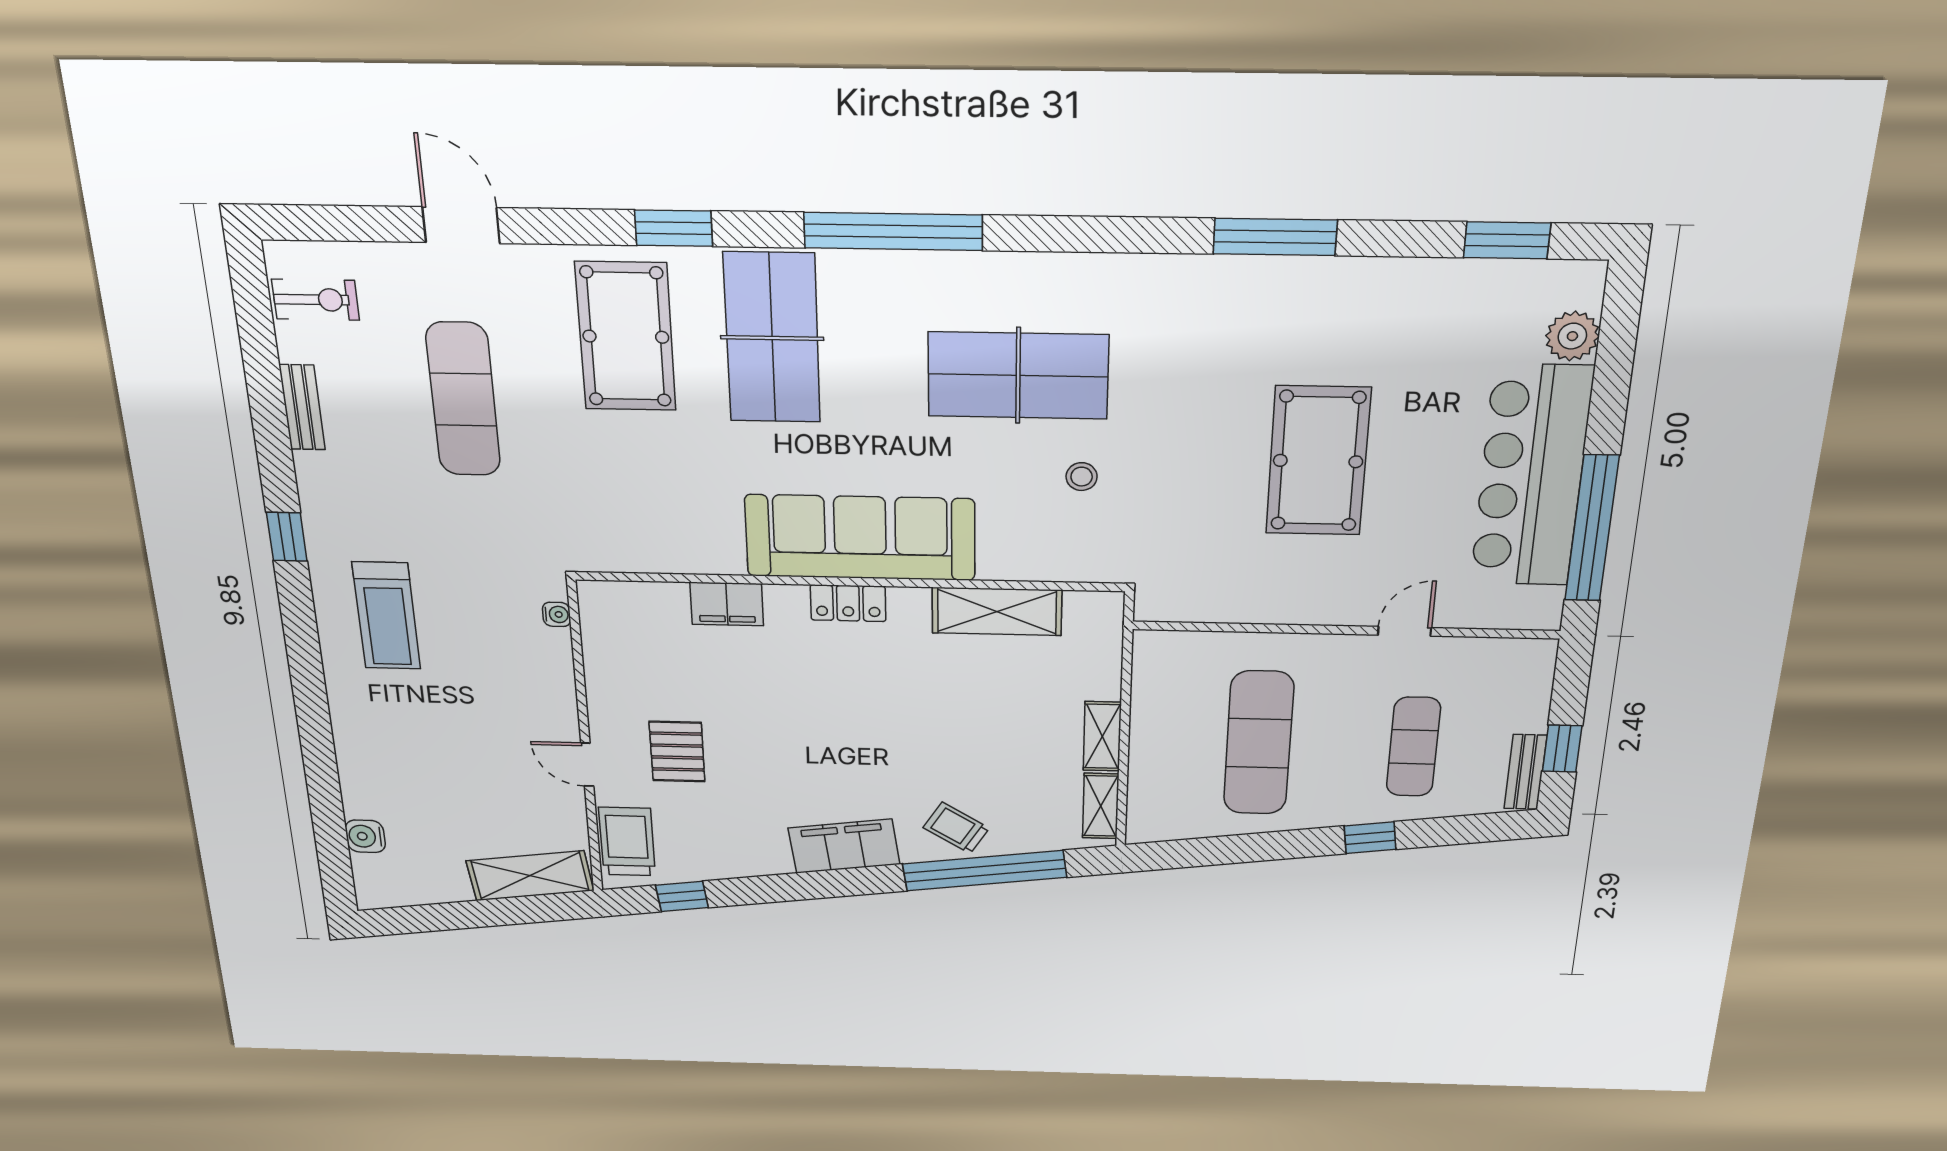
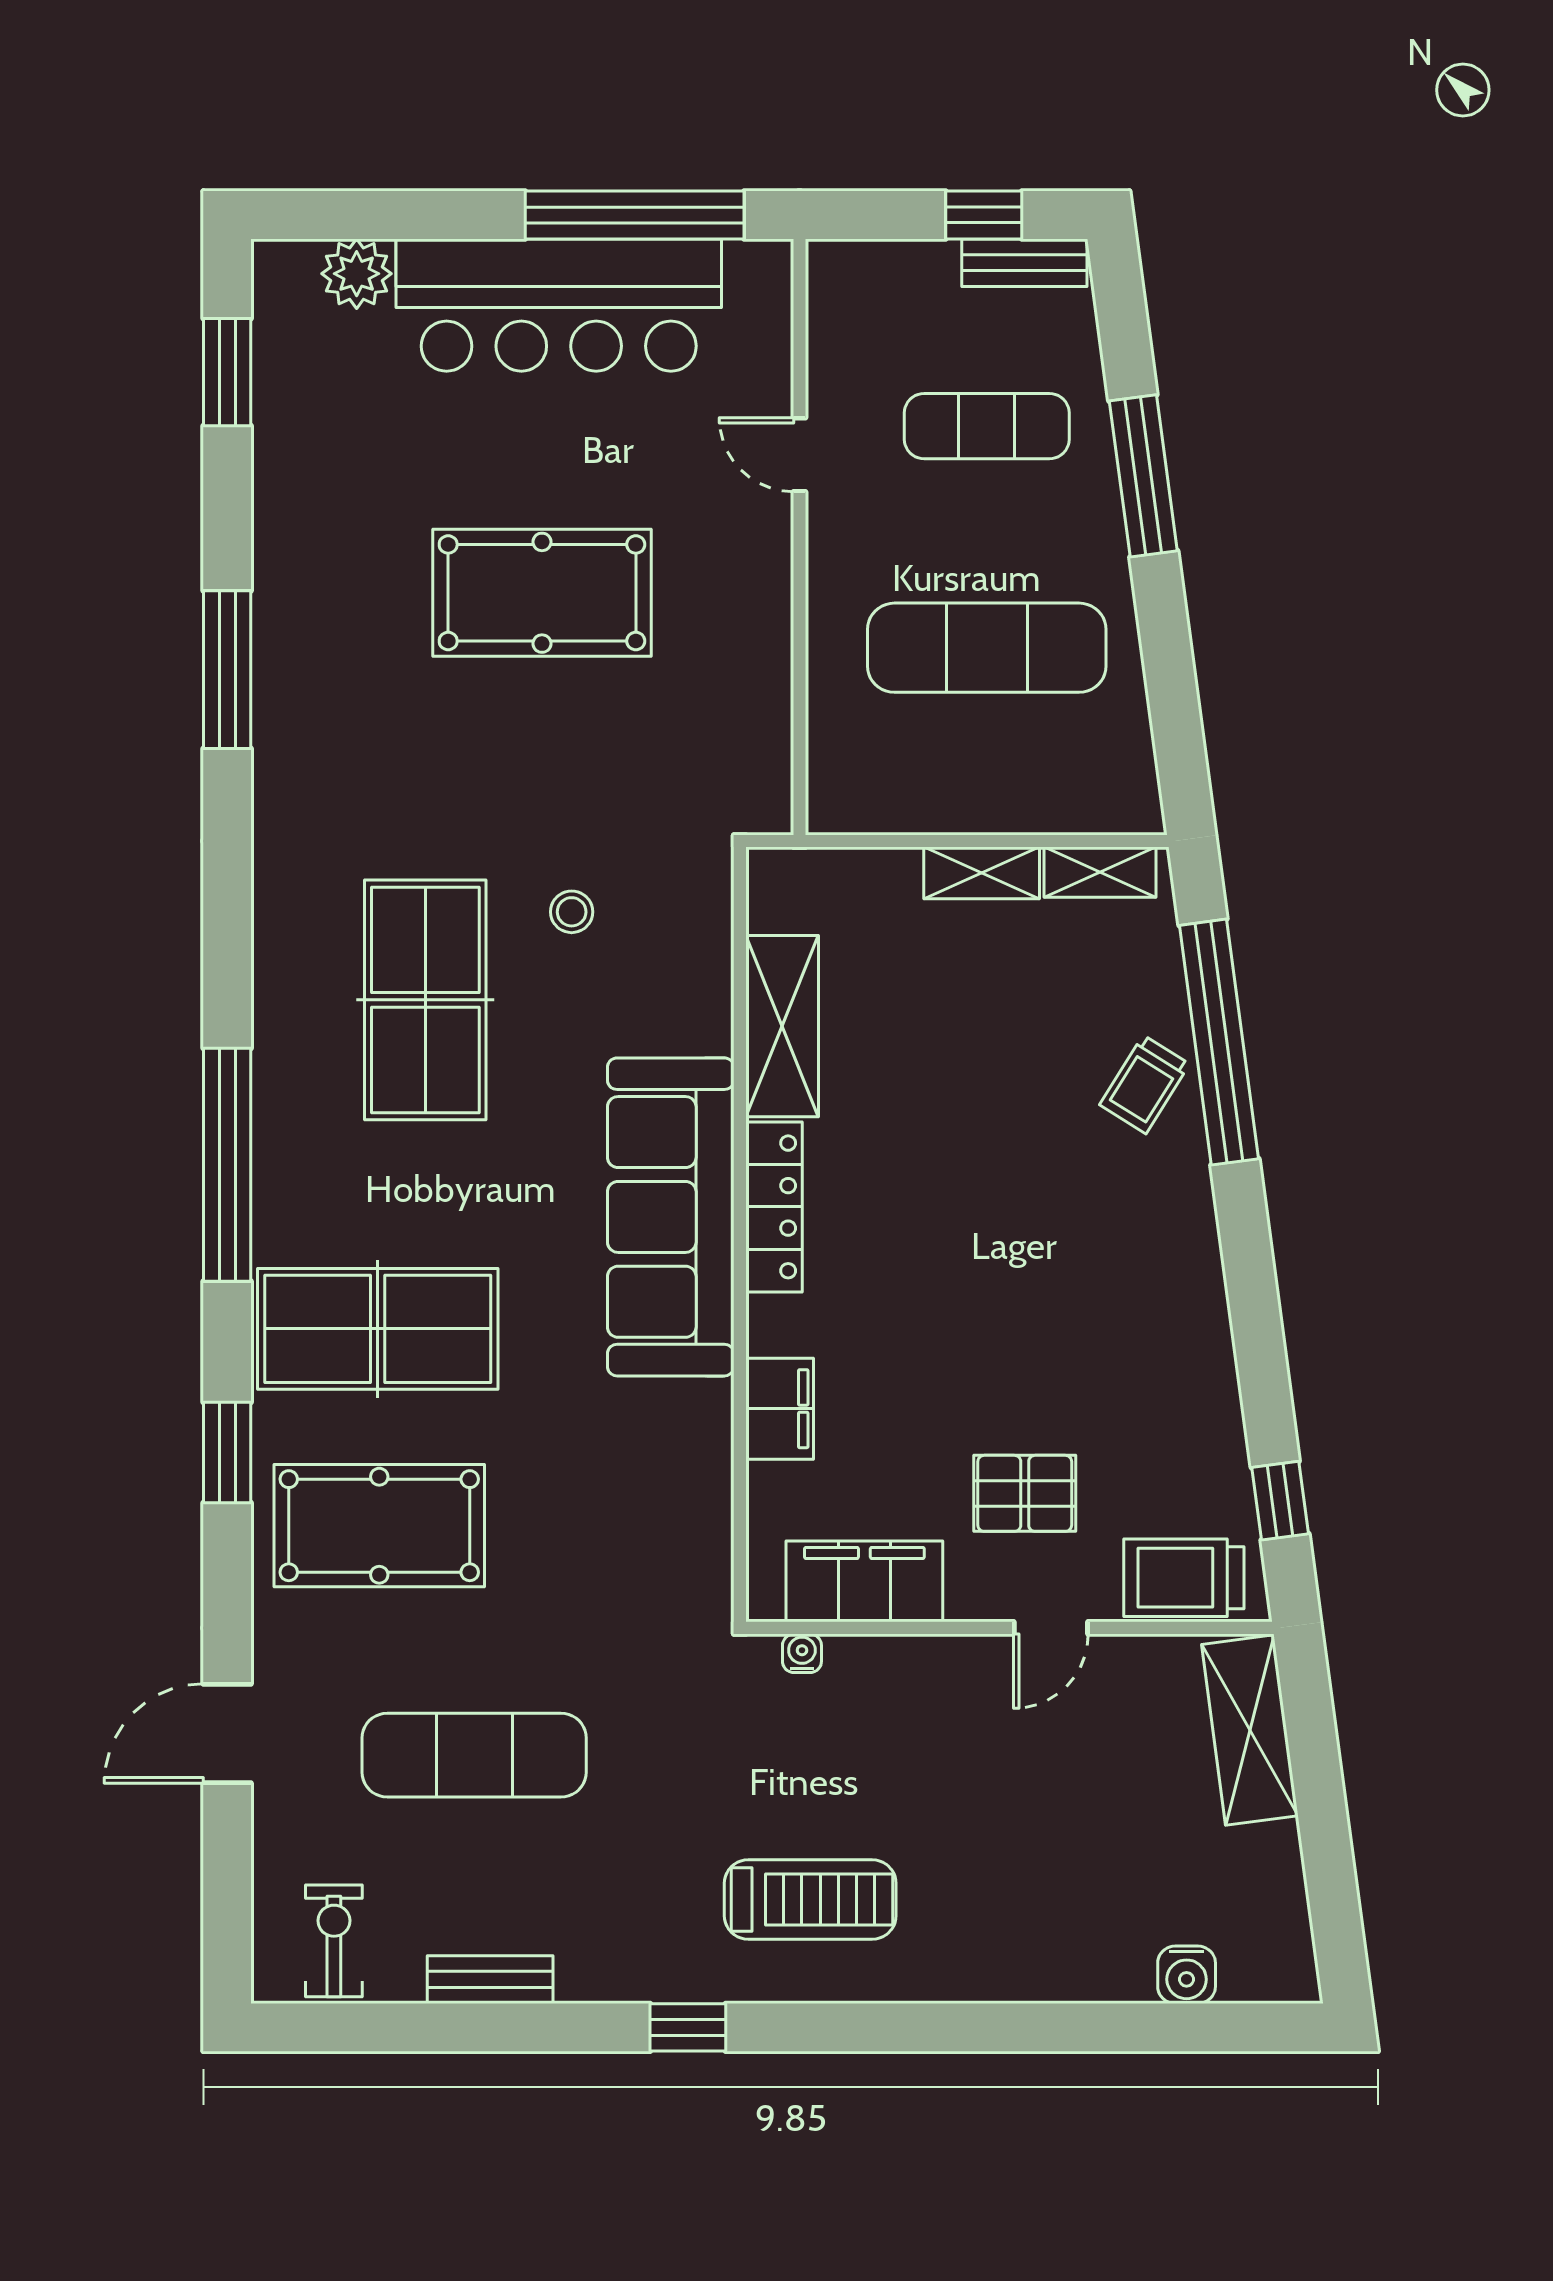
locker: (848, 603) -> (774, 1207), width x1.53
window: (1370, 838) -> (1143, 476), width x2.17
filing cabinet: (844, 846) -> (864, 1581), moved, turned 98

